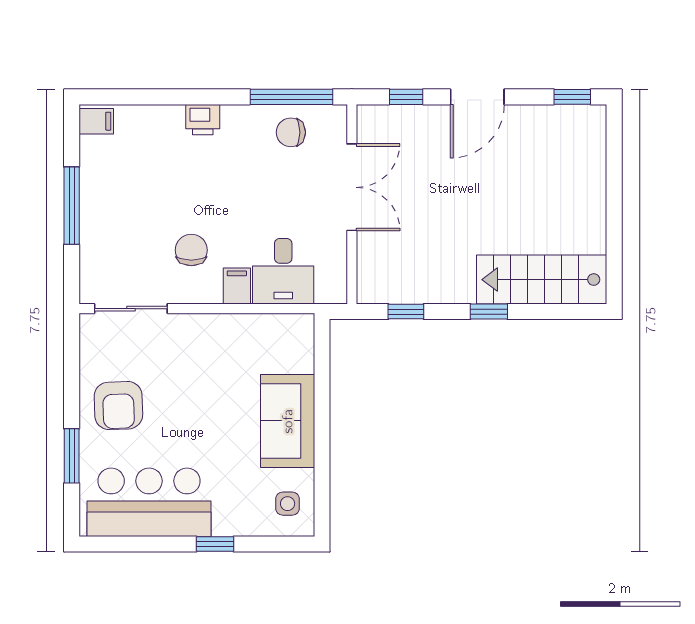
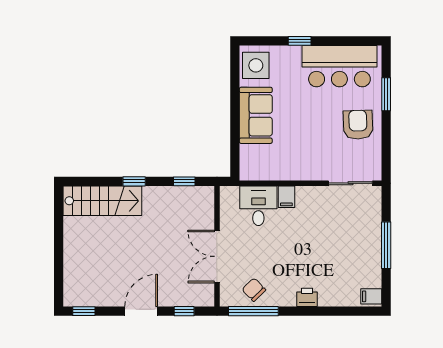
chair: (291, 132) -> (254, 290), turned -134
chair: (191, 250) -> (314, 219), removed
side table: (288, 504) -> (256, 65), width x1.87, depth x1.87

